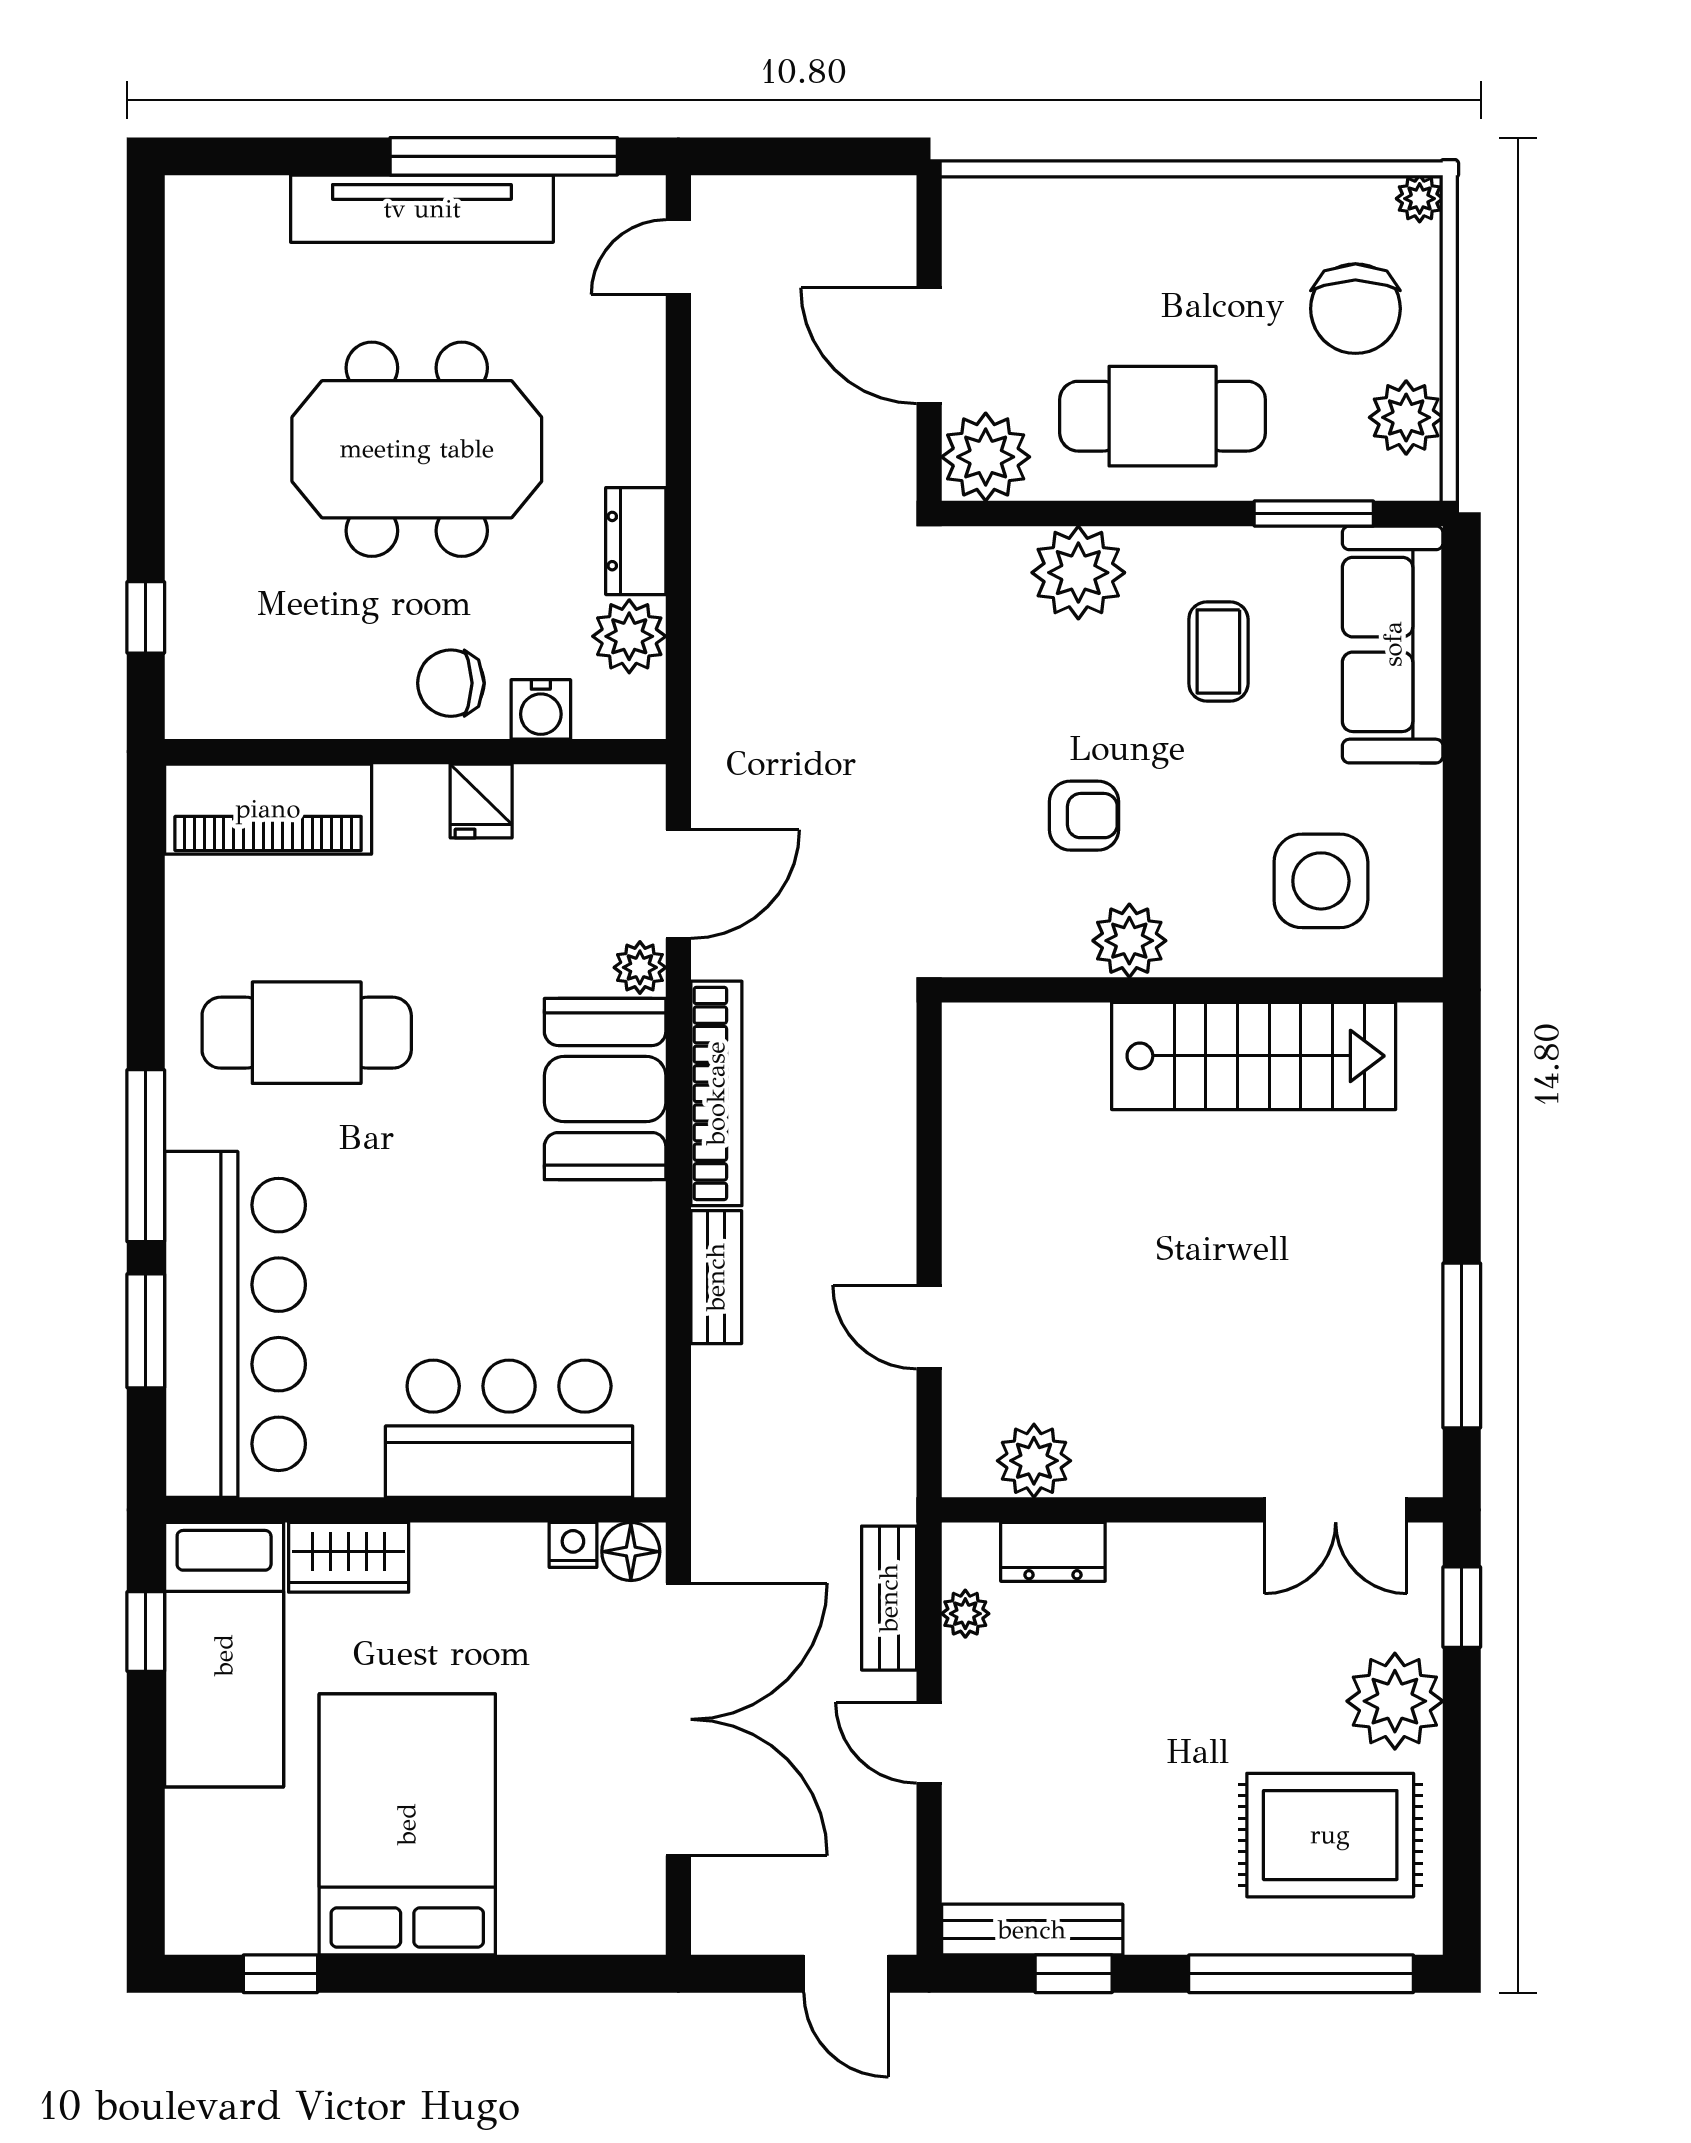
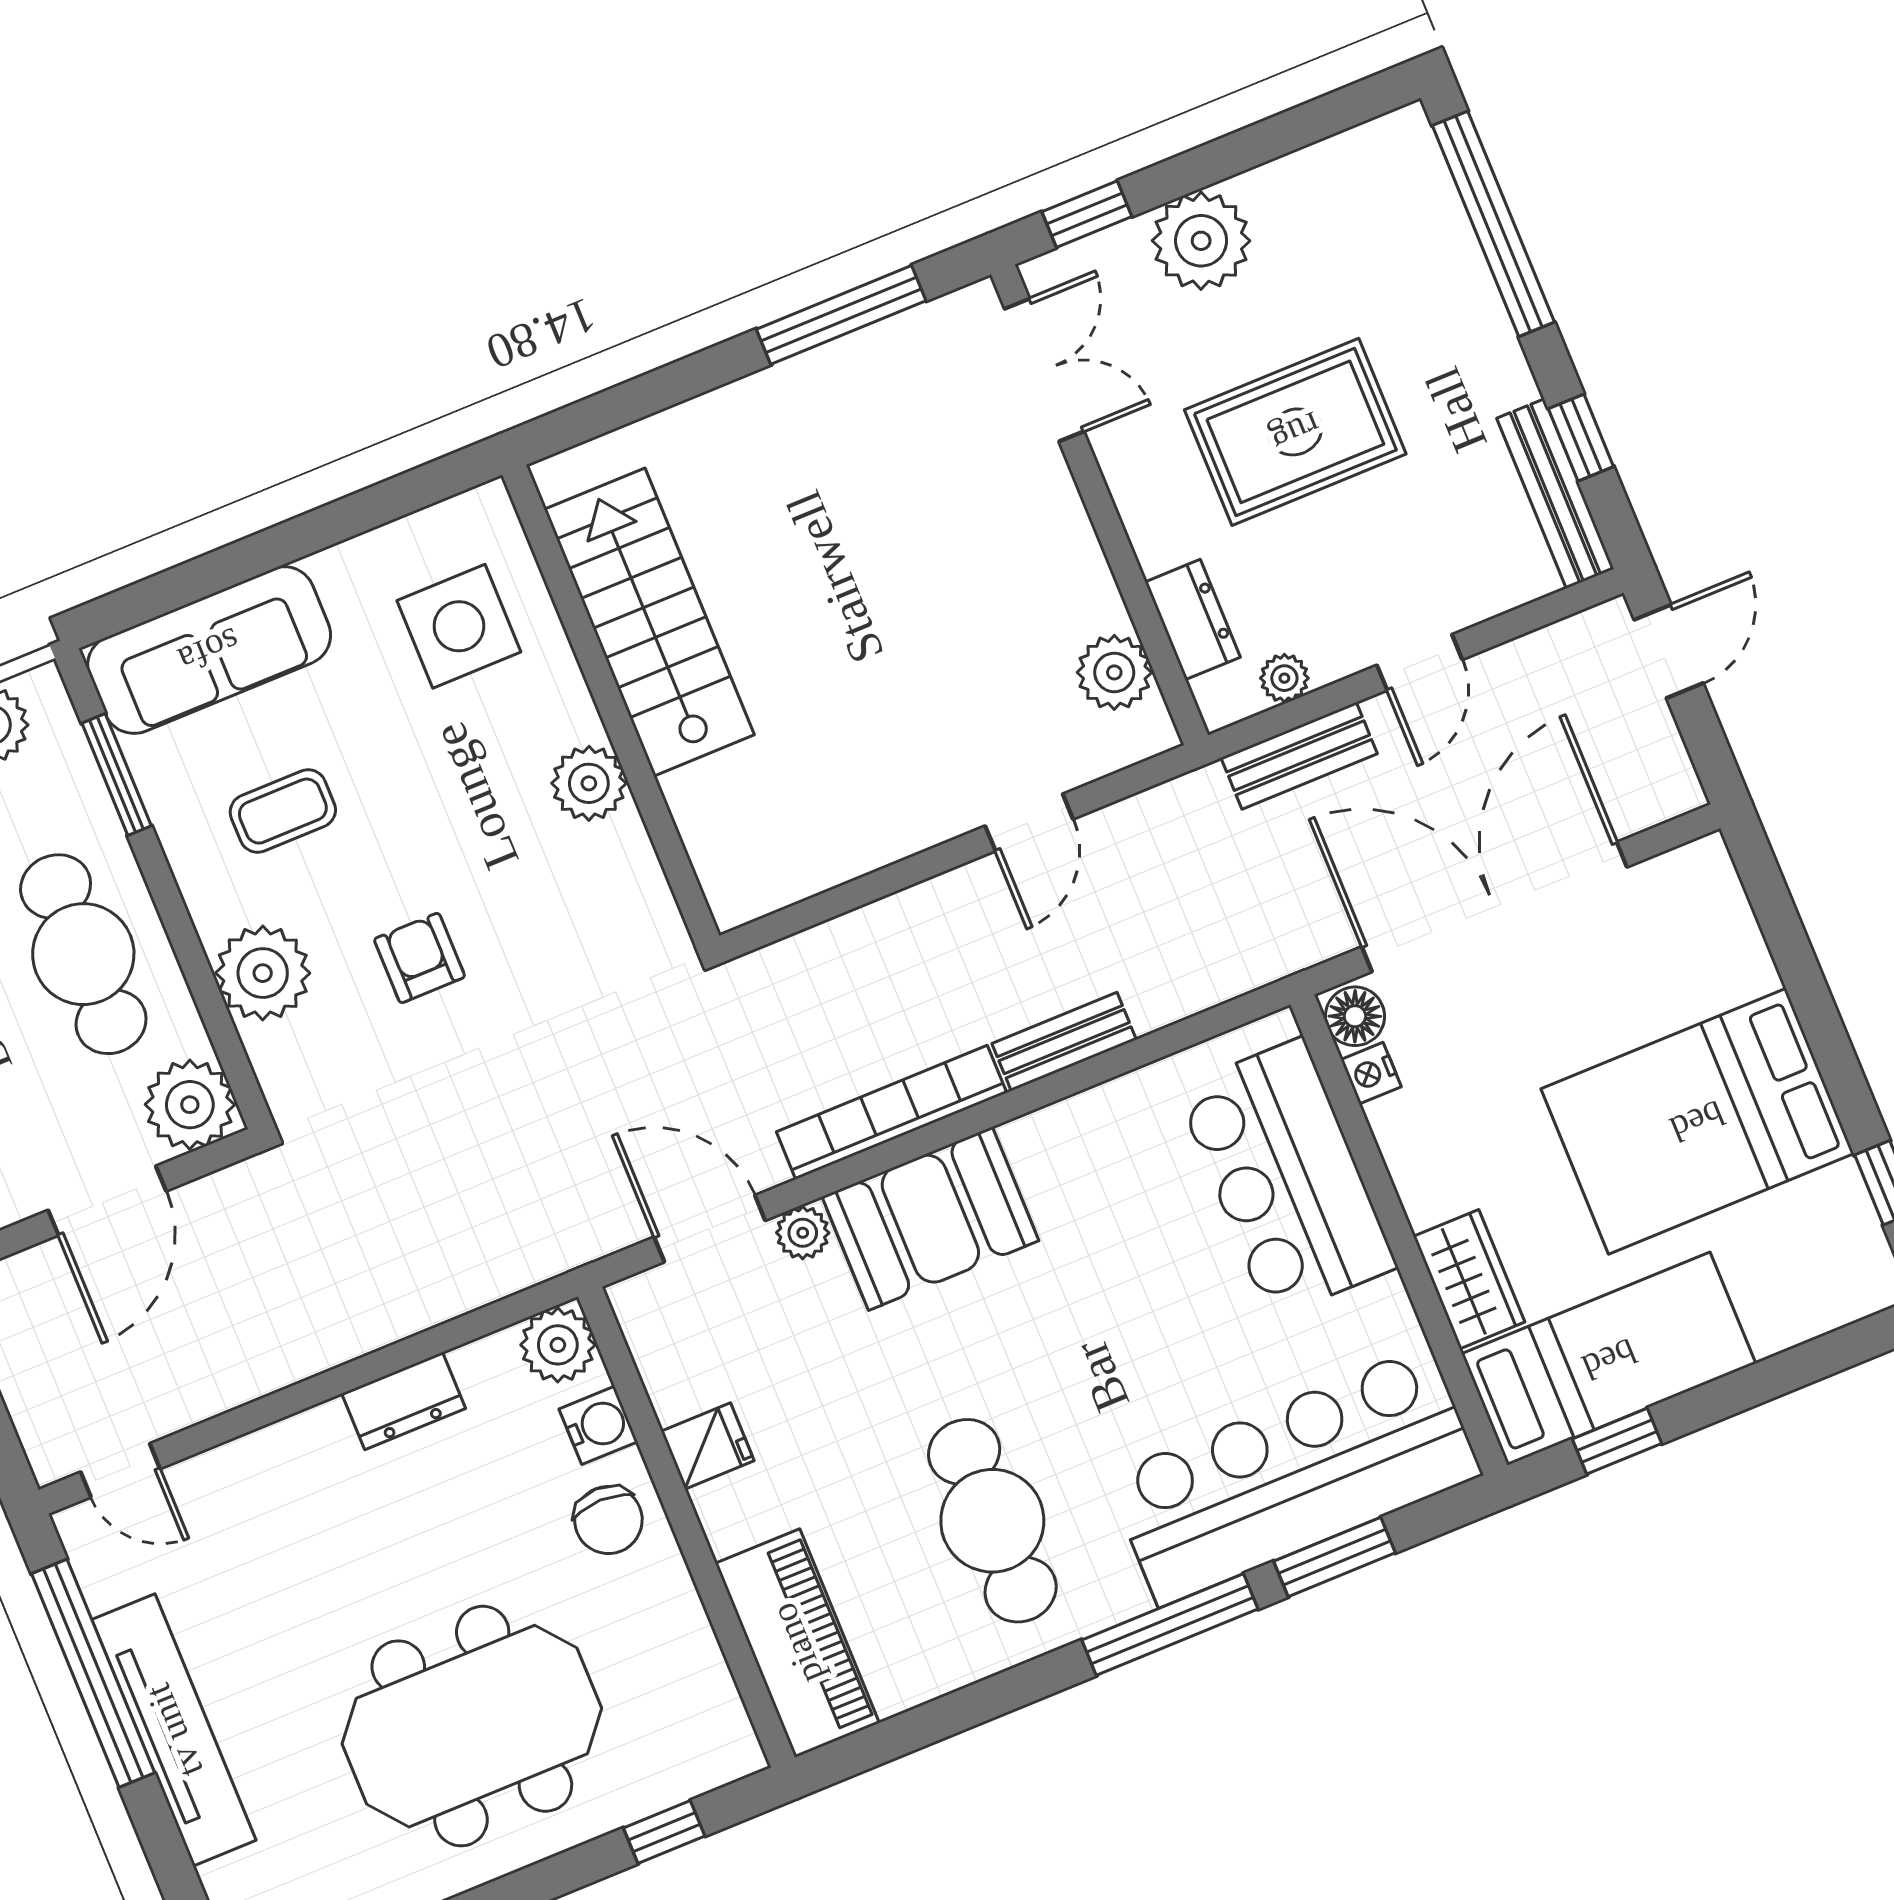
meeting table: (417, 449) -> (472, 1726), moved, turned 90
plant: (629, 636) -> (558, 1345), moved
armchair: (1084, 816) -> (419, 958), moved
rug: (1330, 1835) -> (1295, 432), moved, turned 90

